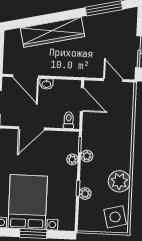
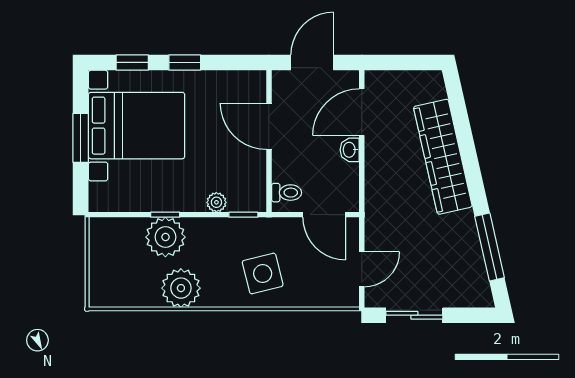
door: (82, 100) -> (324, 215), hinge flipped
plant: (87, 156) -> (224, 228), removed
plant: (85, 194) -> (165, 237), width x1.87, depth x1.87
side table: (115, 217) -> (263, 274), moved

